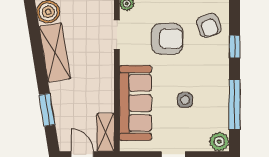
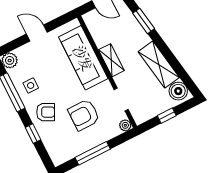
armchair: (209, 25) -> (46, 112), moved, turned 137
side table: (185, 100) -> (31, 85), moved
shelving: (105, 132) -> (111, 60), moved

